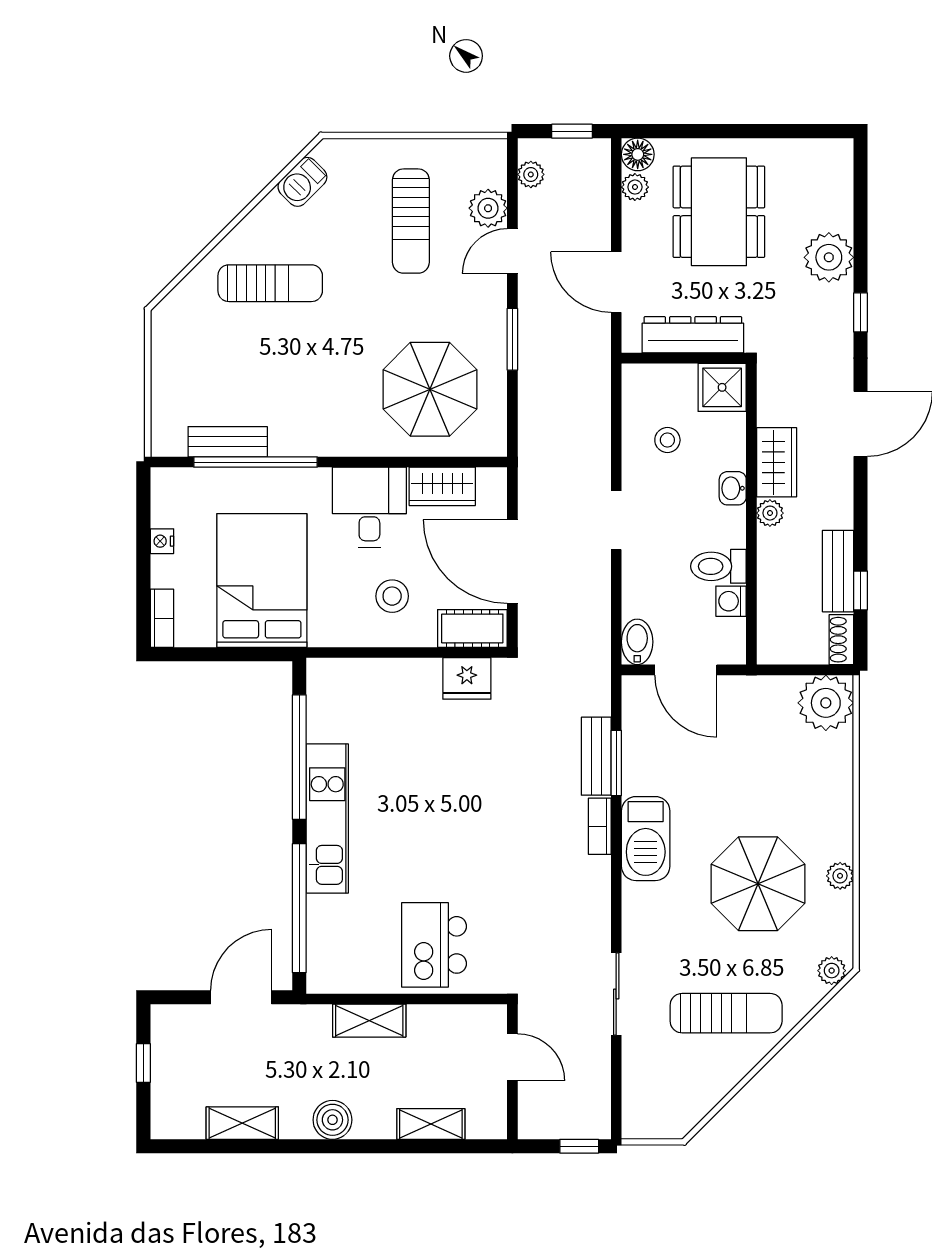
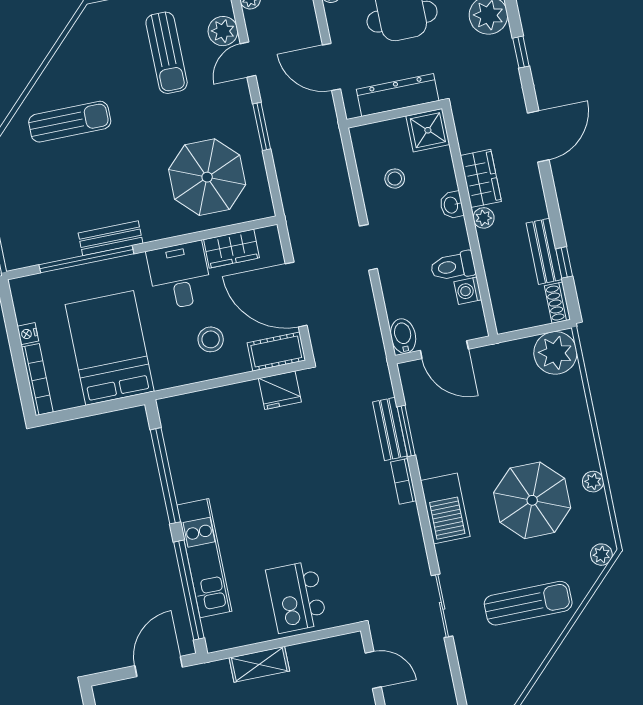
barbecue: (302, 182) -> (78, 40), removed
bench: (228, 442) -> (111, 238), moved
bookcase: (162, 618) -> (37, 380), width x1.56
kitchen unit: (327, 819) -> (204, 558), moved
barbecue: (646, 839) -> (445, 509), moved

